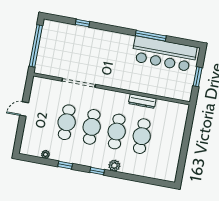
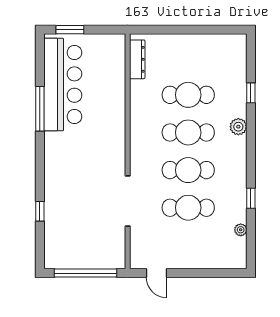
window: (198, 77) -> (70, 30), moved
dresser: (142, 101) -> (137, 59), moved
door: (24, 109) -> (157, 273), moved
window: (97, 171) -> (251, 93), moved

